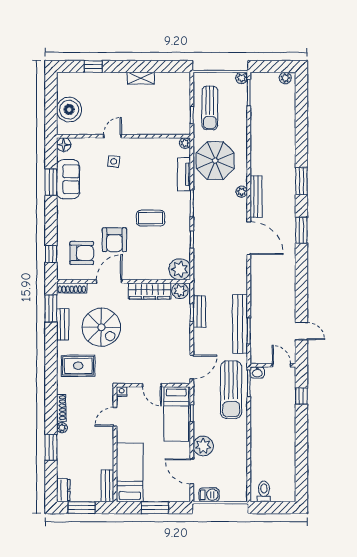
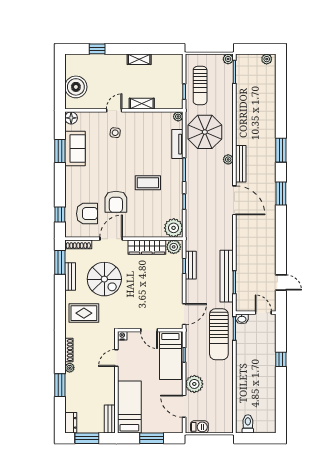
shelving: (144, 128) -> (142, 104), added
window: (301, 396) -> (281, 359), moved

